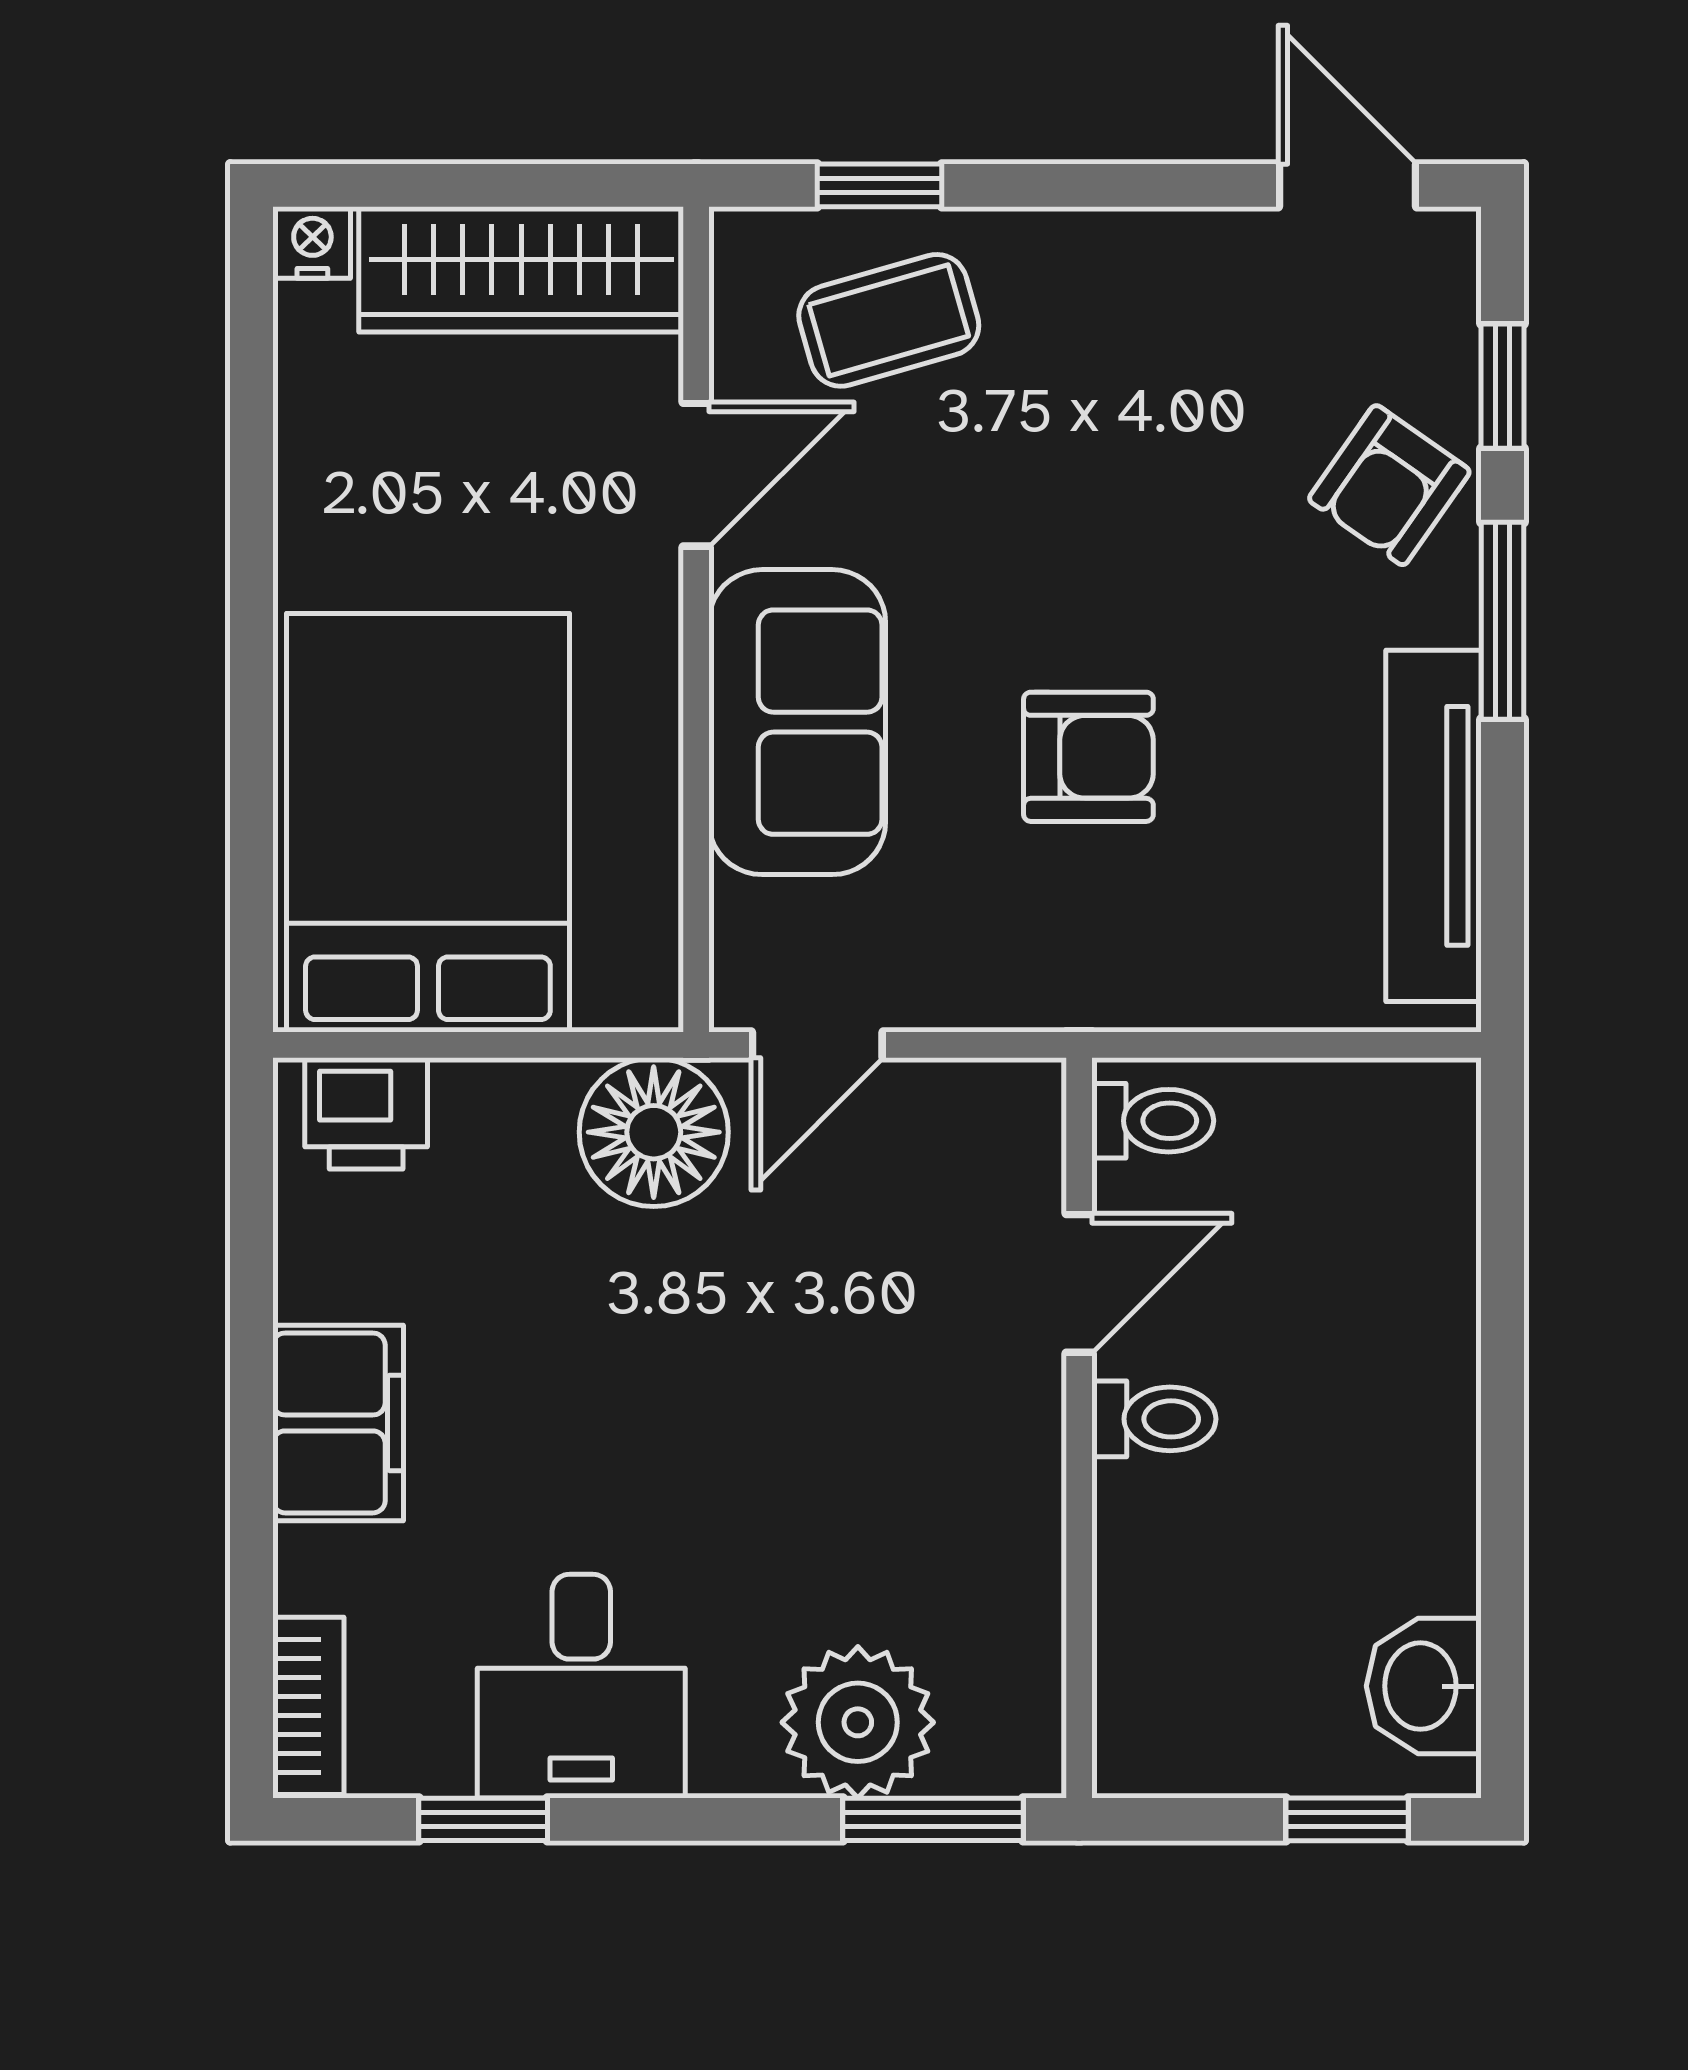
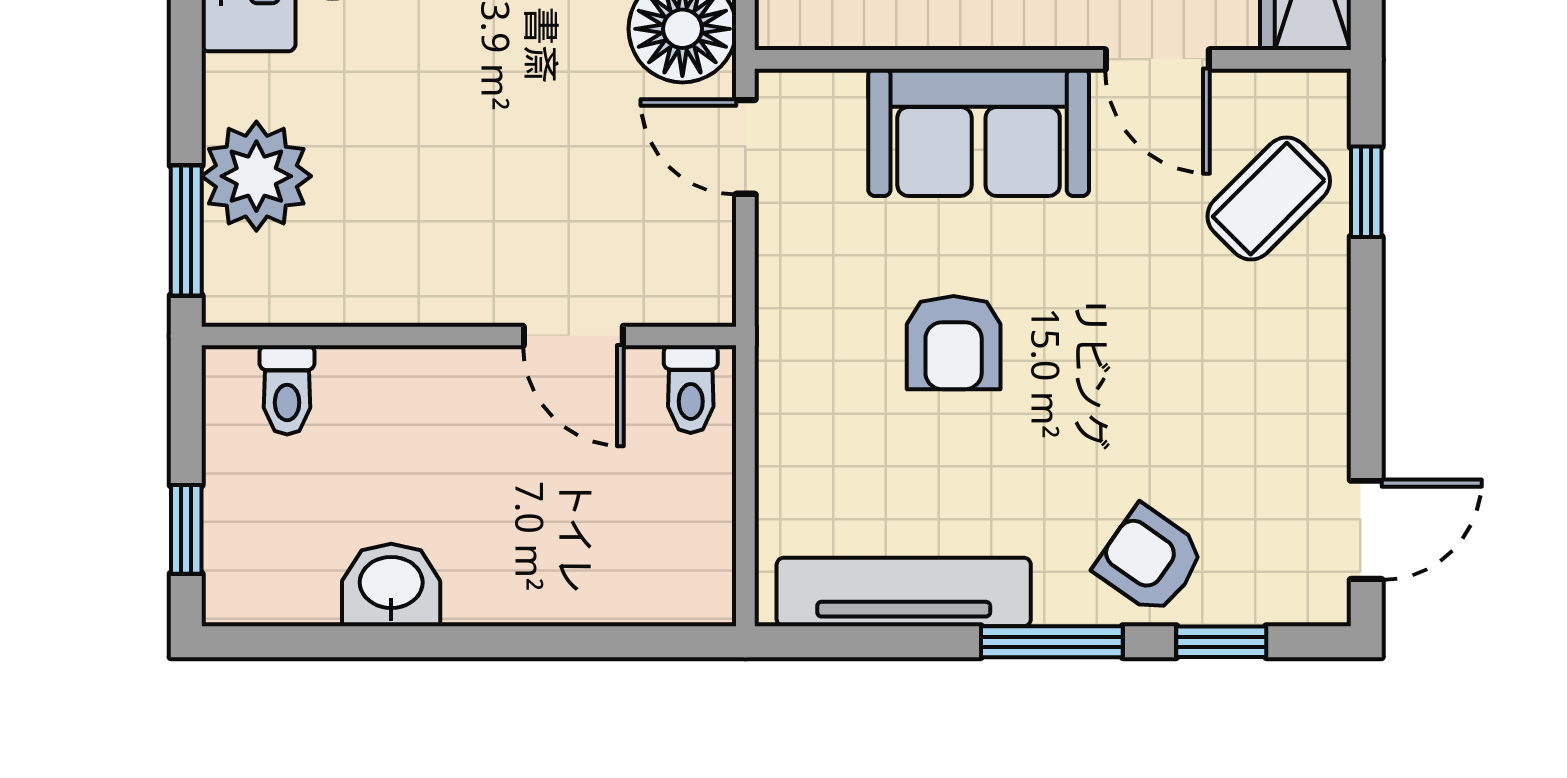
coffee table: (889, 320) -> (1269, 199), turned 61
toilet: (1154, 1419) -> (287, 390), moved
washbasin: (1424, 1686) -> (391, 585), moved

